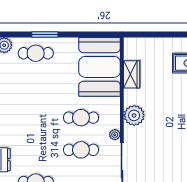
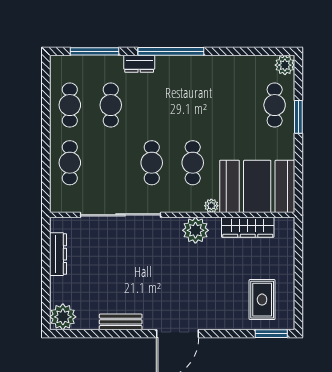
wardrobe: (132, 74) -> (248, 227), width x1.50
plant: (115, 135) -> (211, 206), moved

